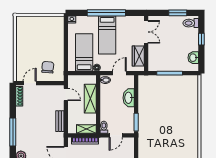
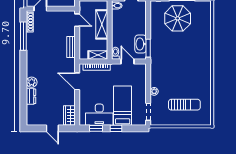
parasol: (165, 93) -> (178, 18), added
washbasin: (129, 98) -> (141, 44), moved
window: (13, 132) -> (23, 36), moved
door: (116, 135) -> (127, 61), swing flipped

